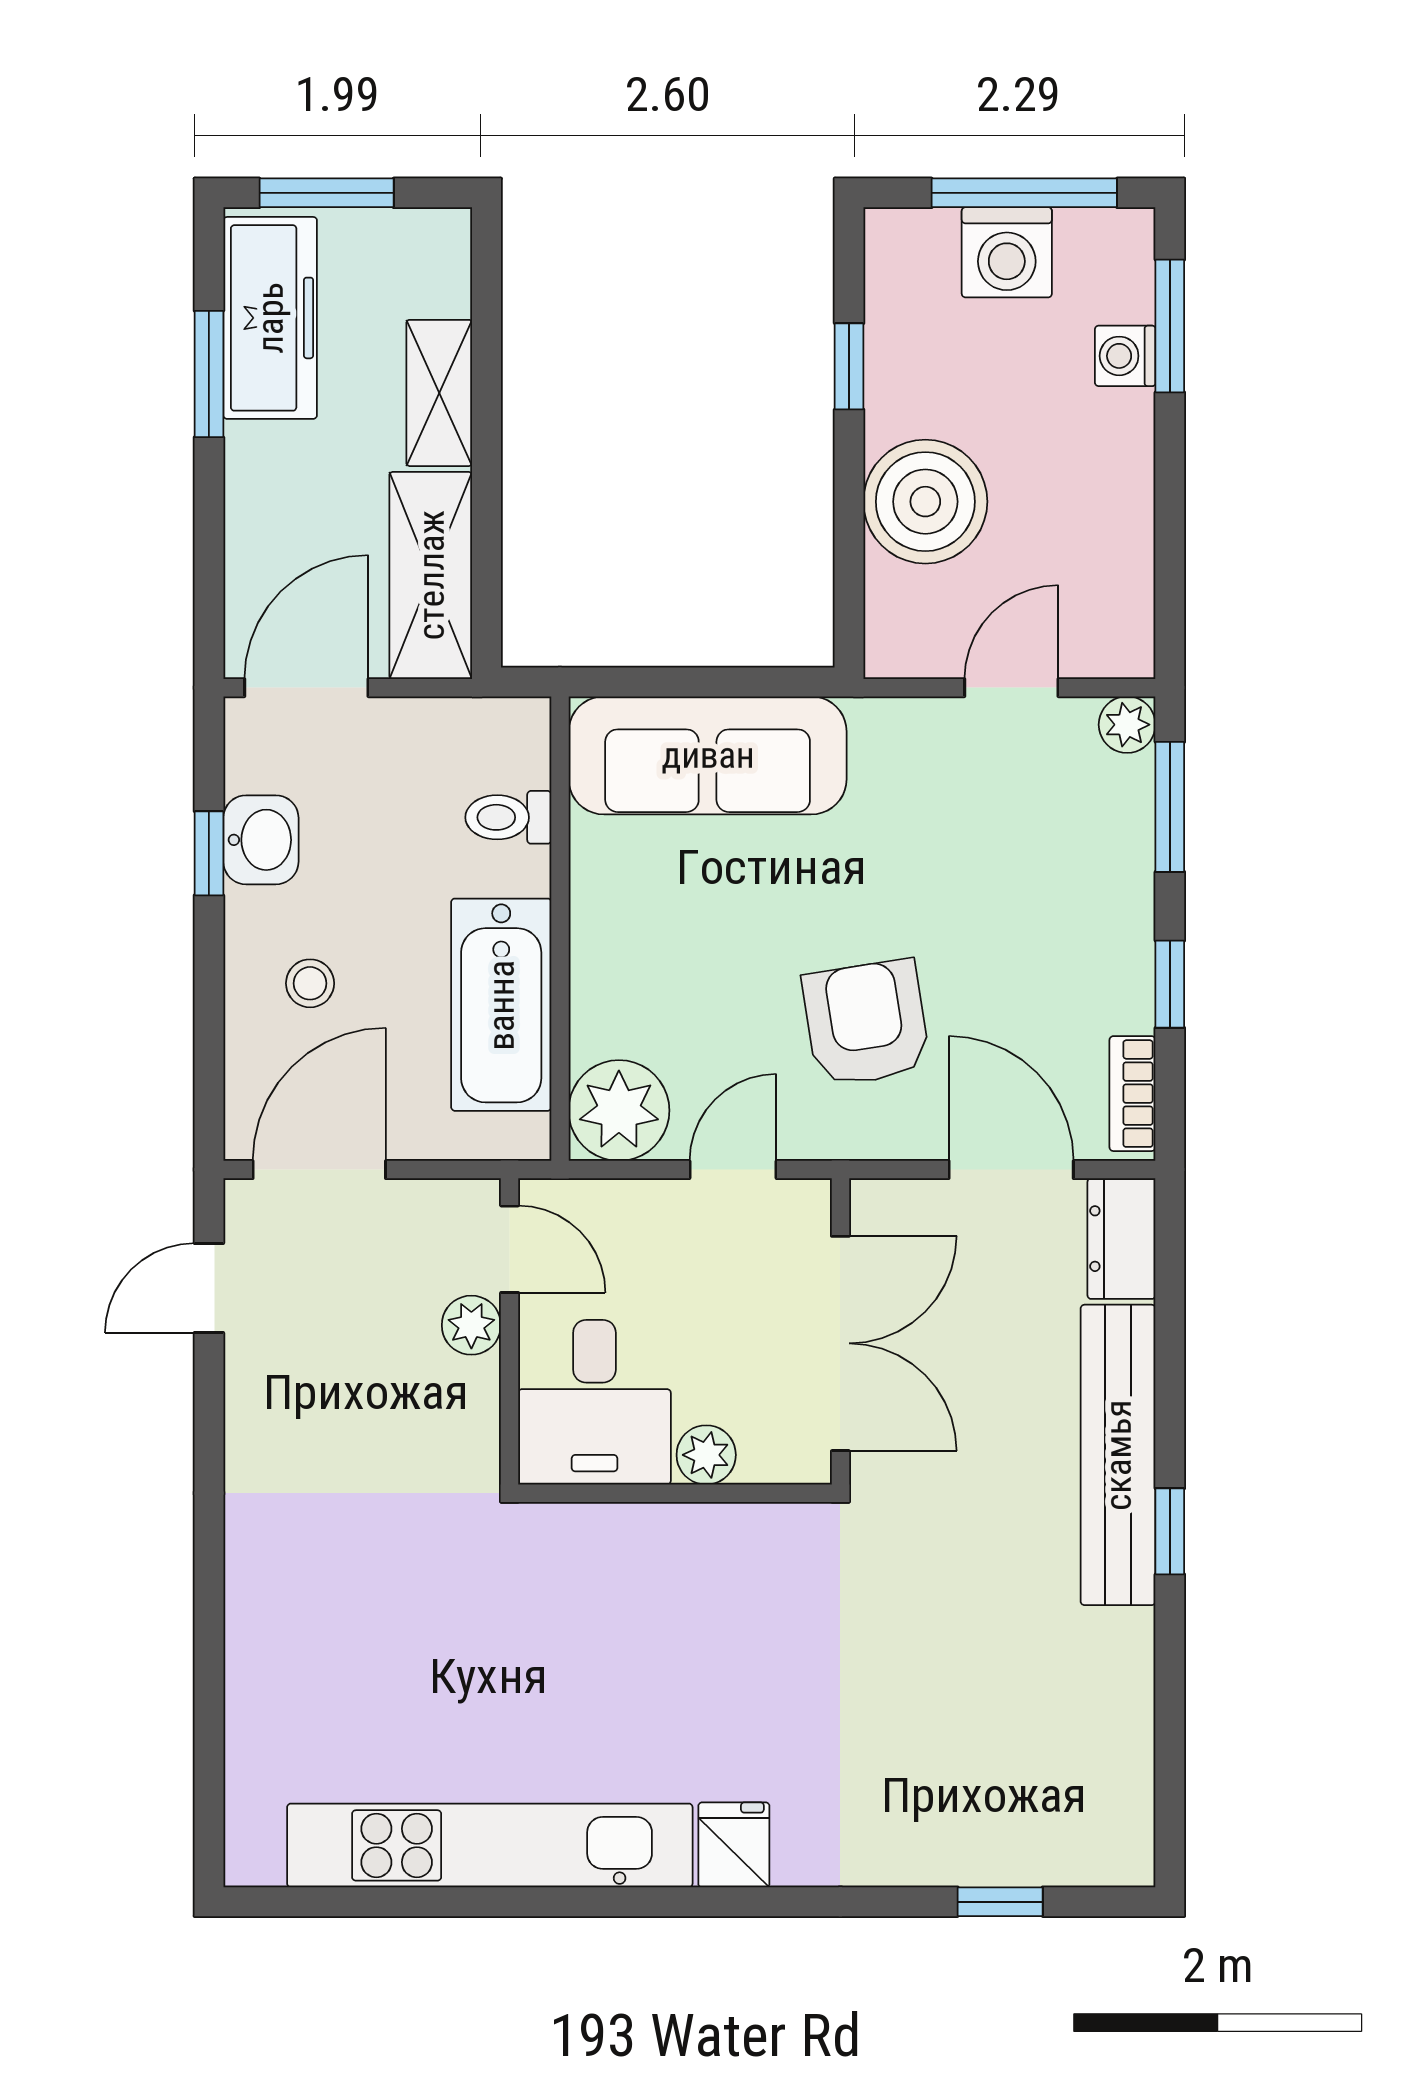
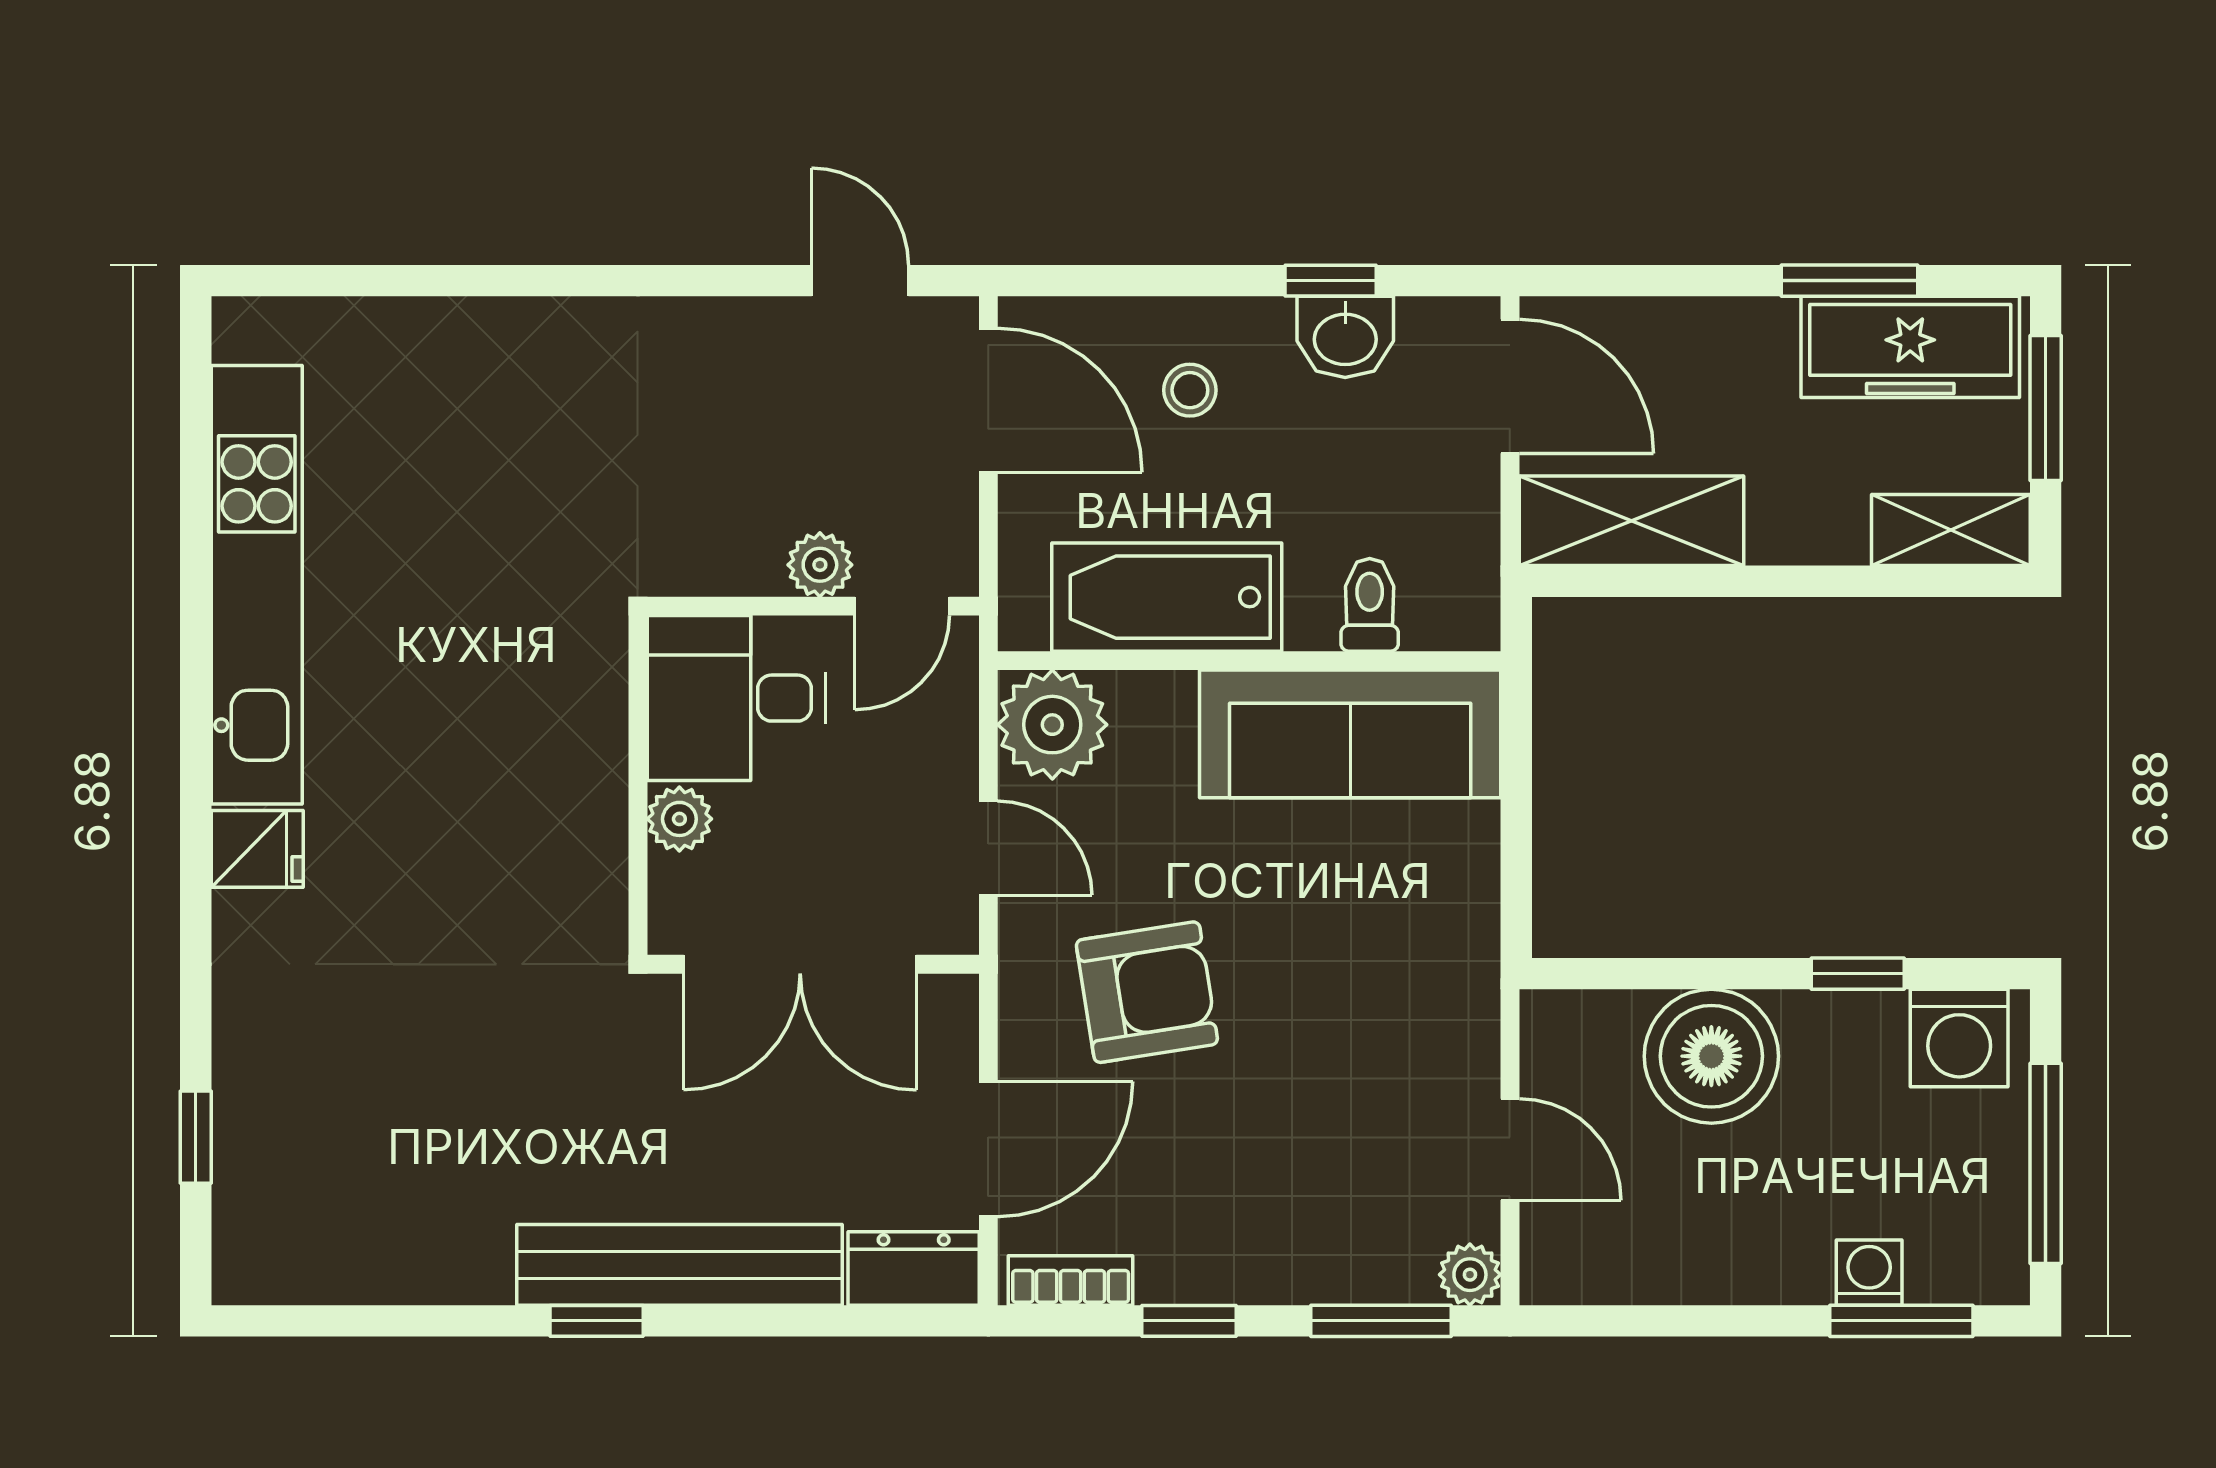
washing machine: (1007, 252) -> (1959, 1038), moved, turned -90
shelving: (439, 393) -> (1951, 530), moved
sofa: (708, 755) -> (1350, 734), moved, turned -90

